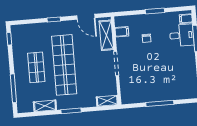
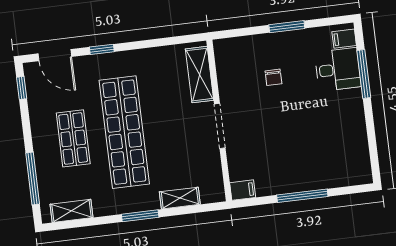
door: (86, 17) -> (55, 55), moved
filing cabinet: (122, 32) -> (243, 190), moved
shelving: (107, 101) -> (180, 198), moved
shelving: (45, 106) -> (72, 211), moved

